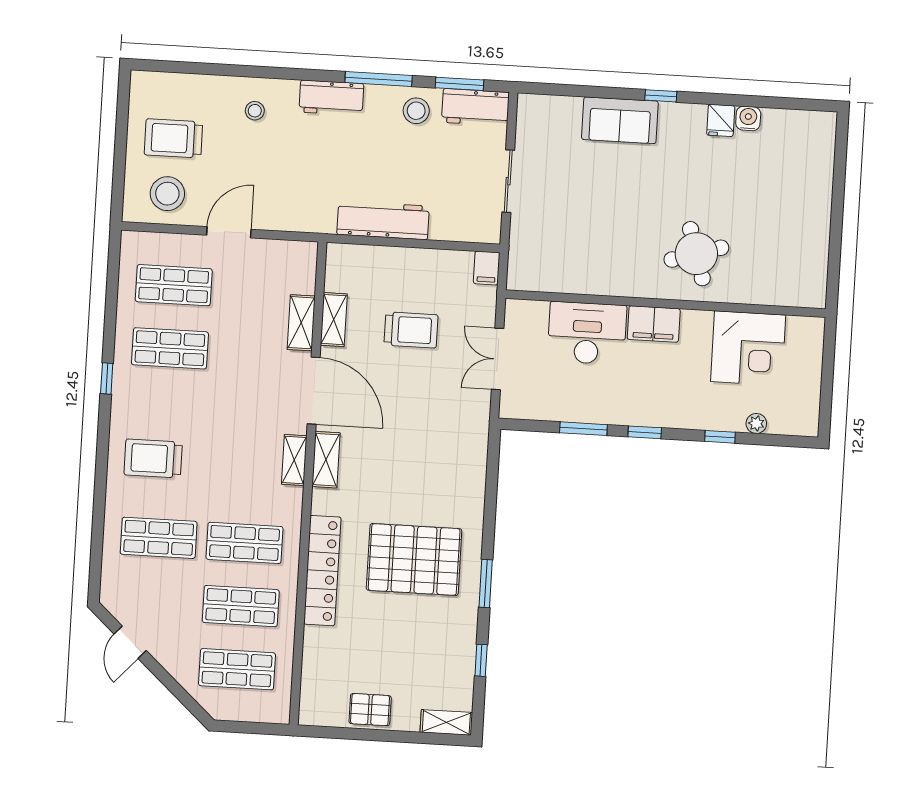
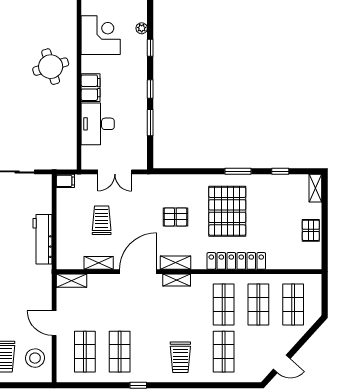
shelving: (301, 323) -> (71, 281), moved
pallet: (409, 465) -> (175, 217), added

